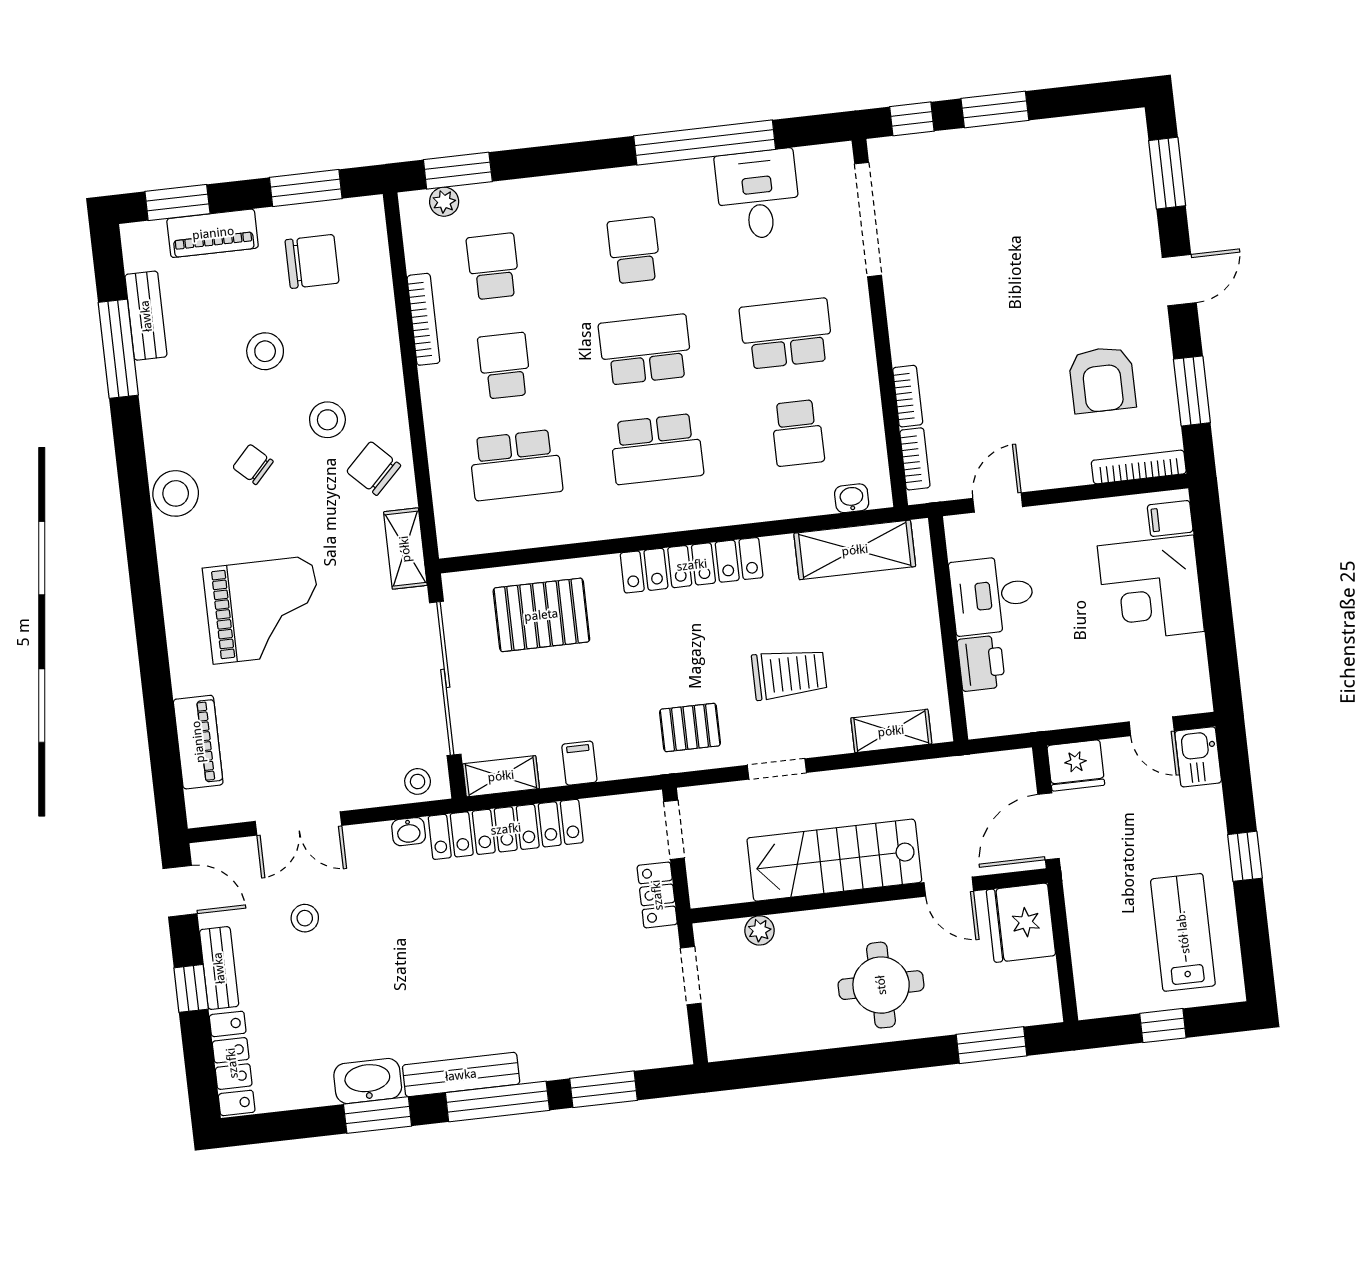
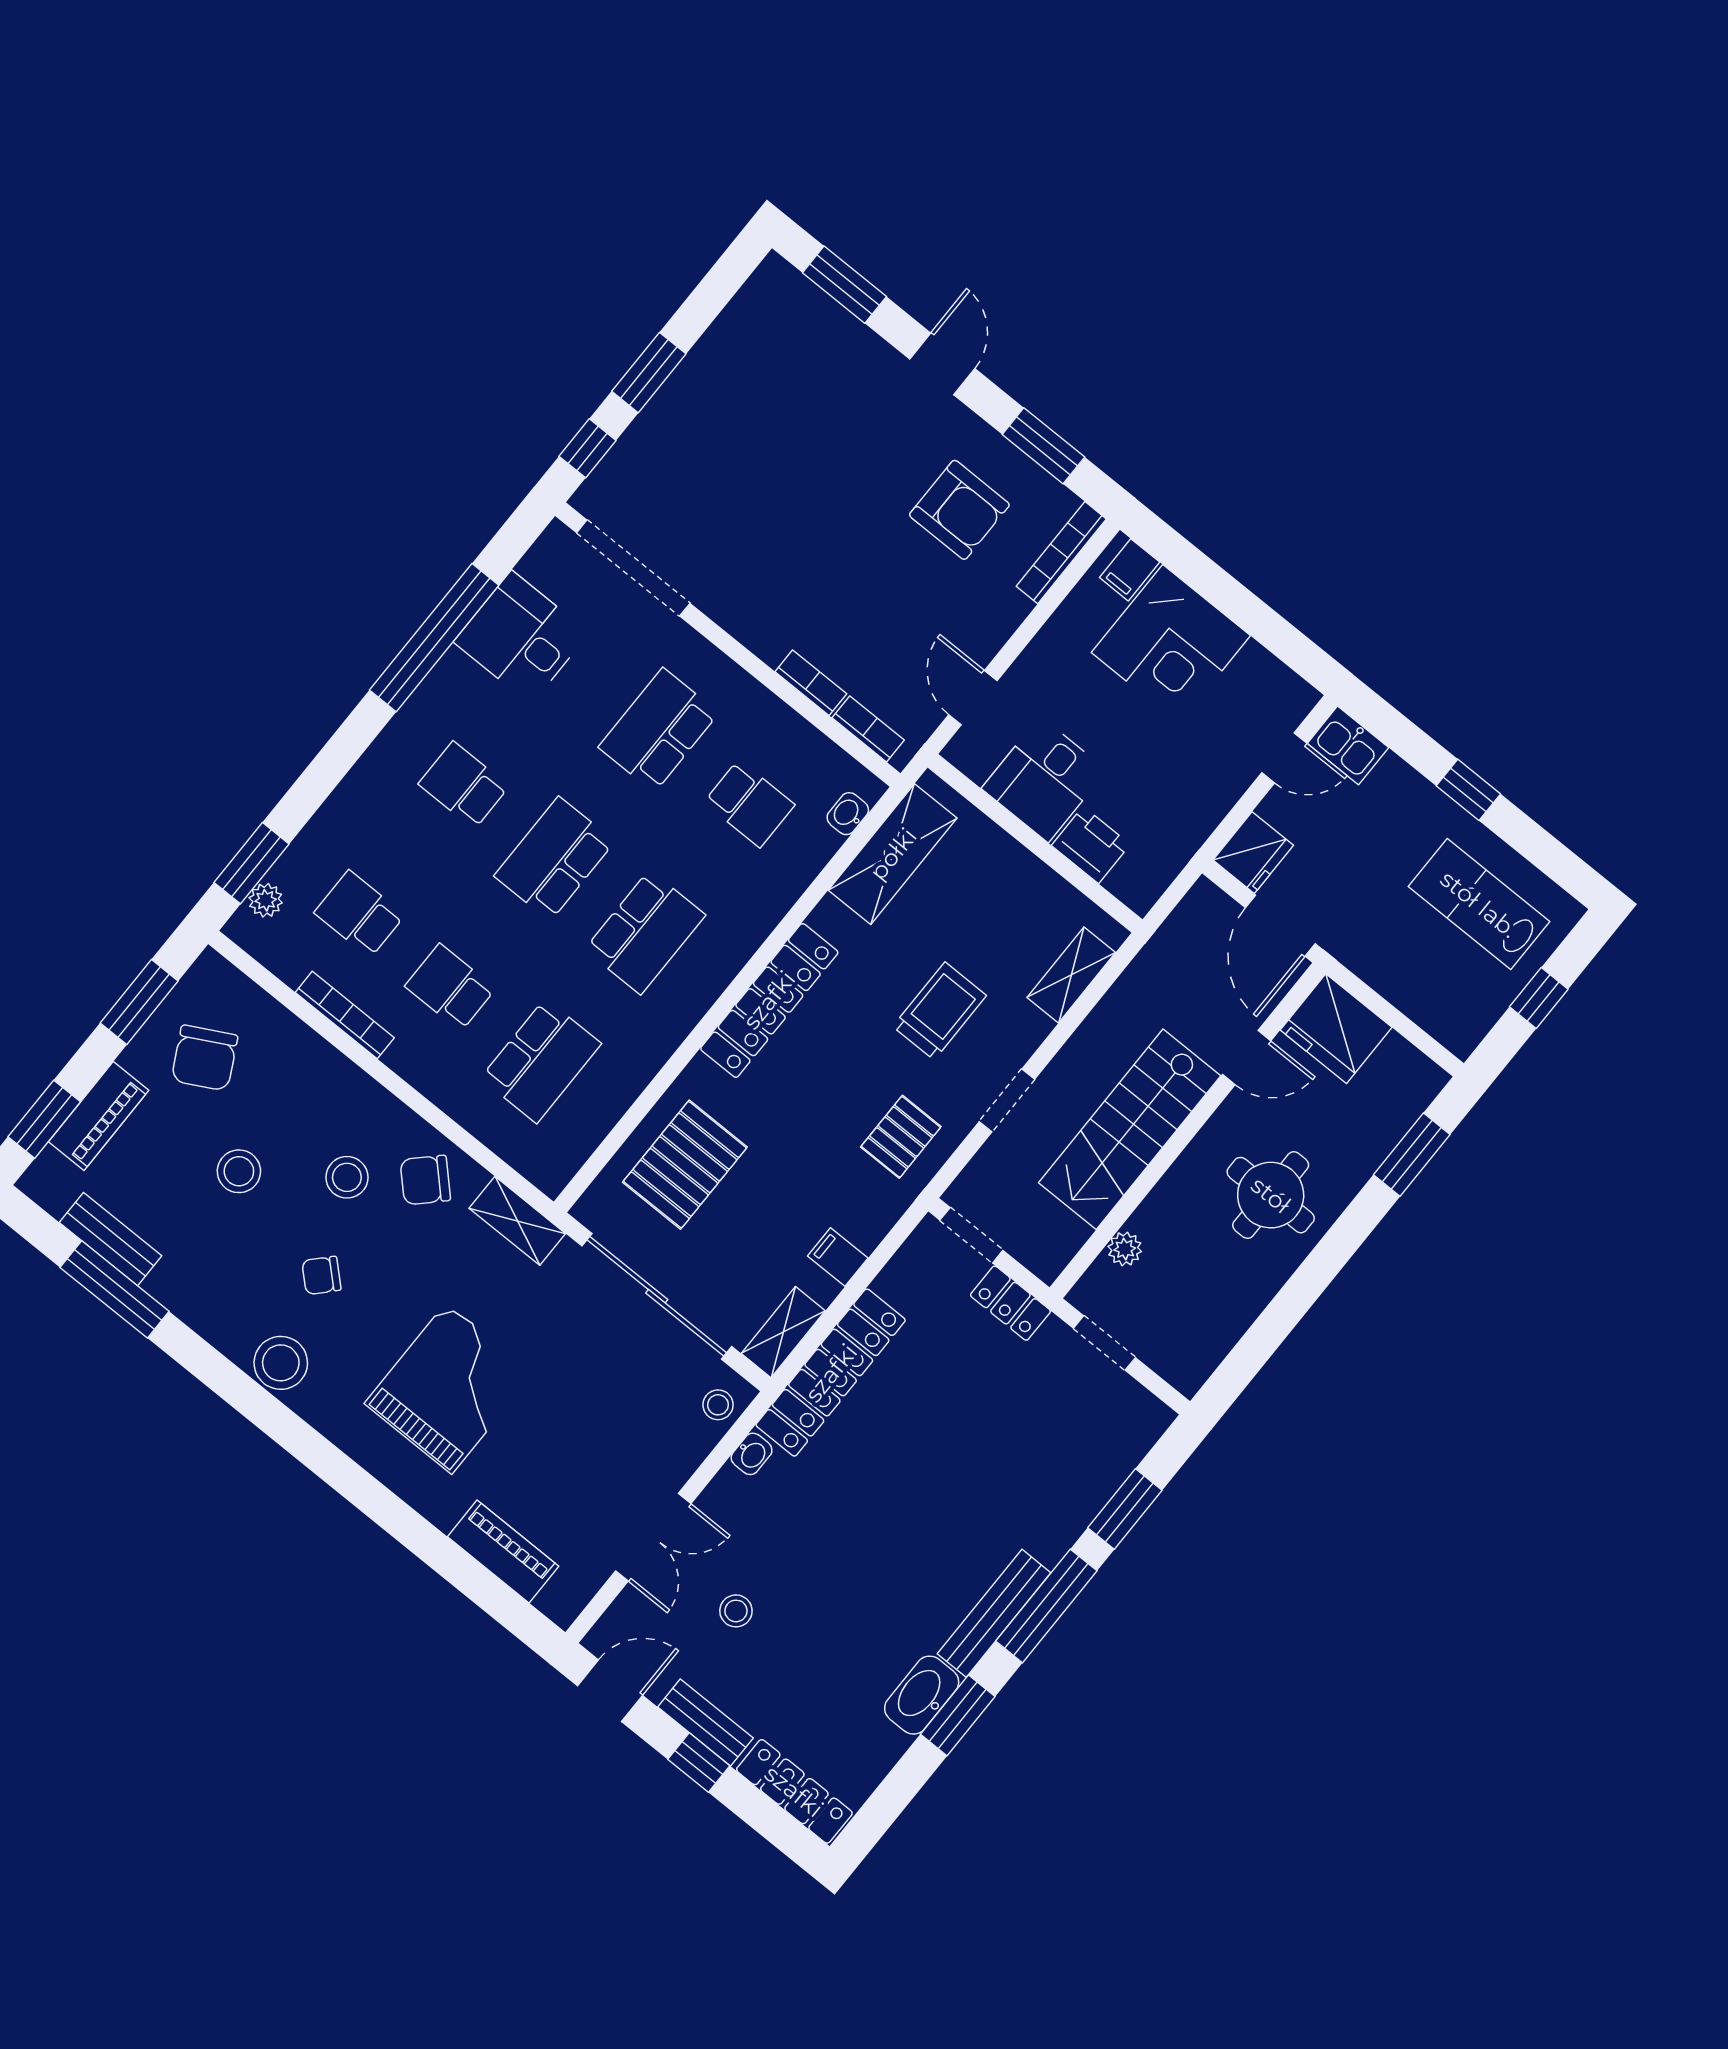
chair: (312, 261) -> (205, 1058), turned 152

